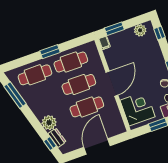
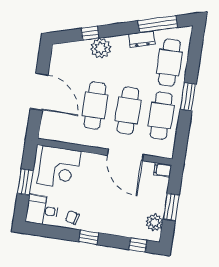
window: (114, 29) -> (171, 207), moved
door: (112, 84) -> (125, 155), moved
dresser: (57, 138) -> (142, 39), moved
window: (50, 144) -> (90, 33), moved

